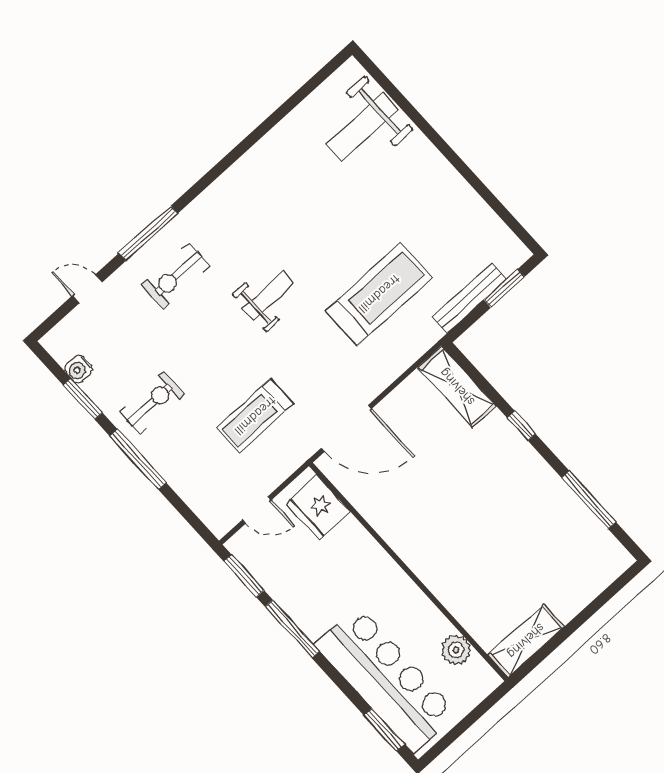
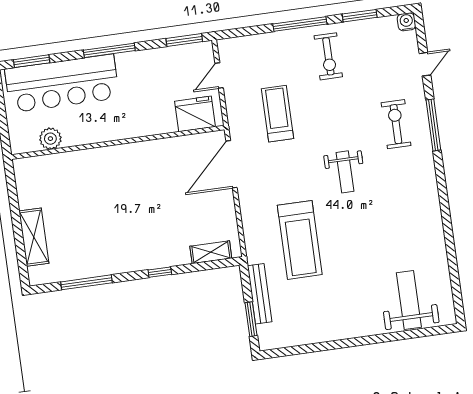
water cooler: (79, 369) -> (406, 22), moved
shelving: (457, 387) -> (211, 252), width x0.67, depth x0.75
window: (292, 629) -> (109, 50), moved
shelving: (526, 641) -> (34, 237), moved

